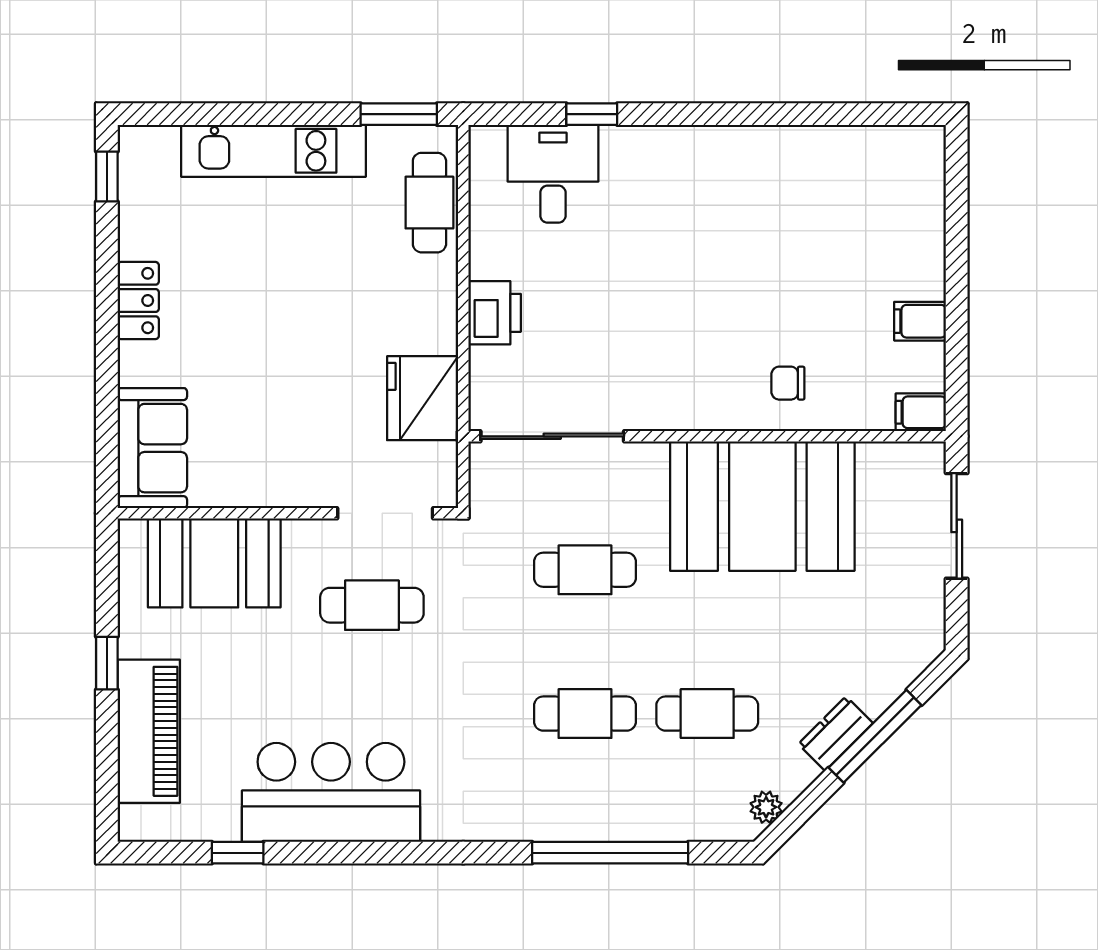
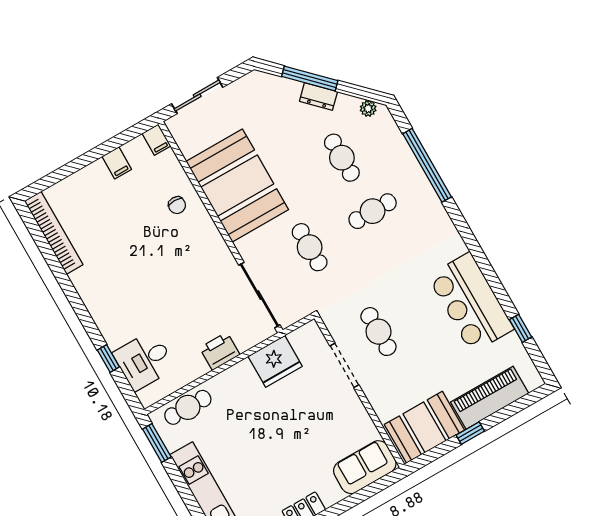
bookcase: (862, 144) -> (54, 233), added
doorway: (385, 513) -> (344, 365), moved
booth: (214, 563) -> (424, 427), moved, turned 90
cafe table: (585, 714) -> (373, 211), turned 90

